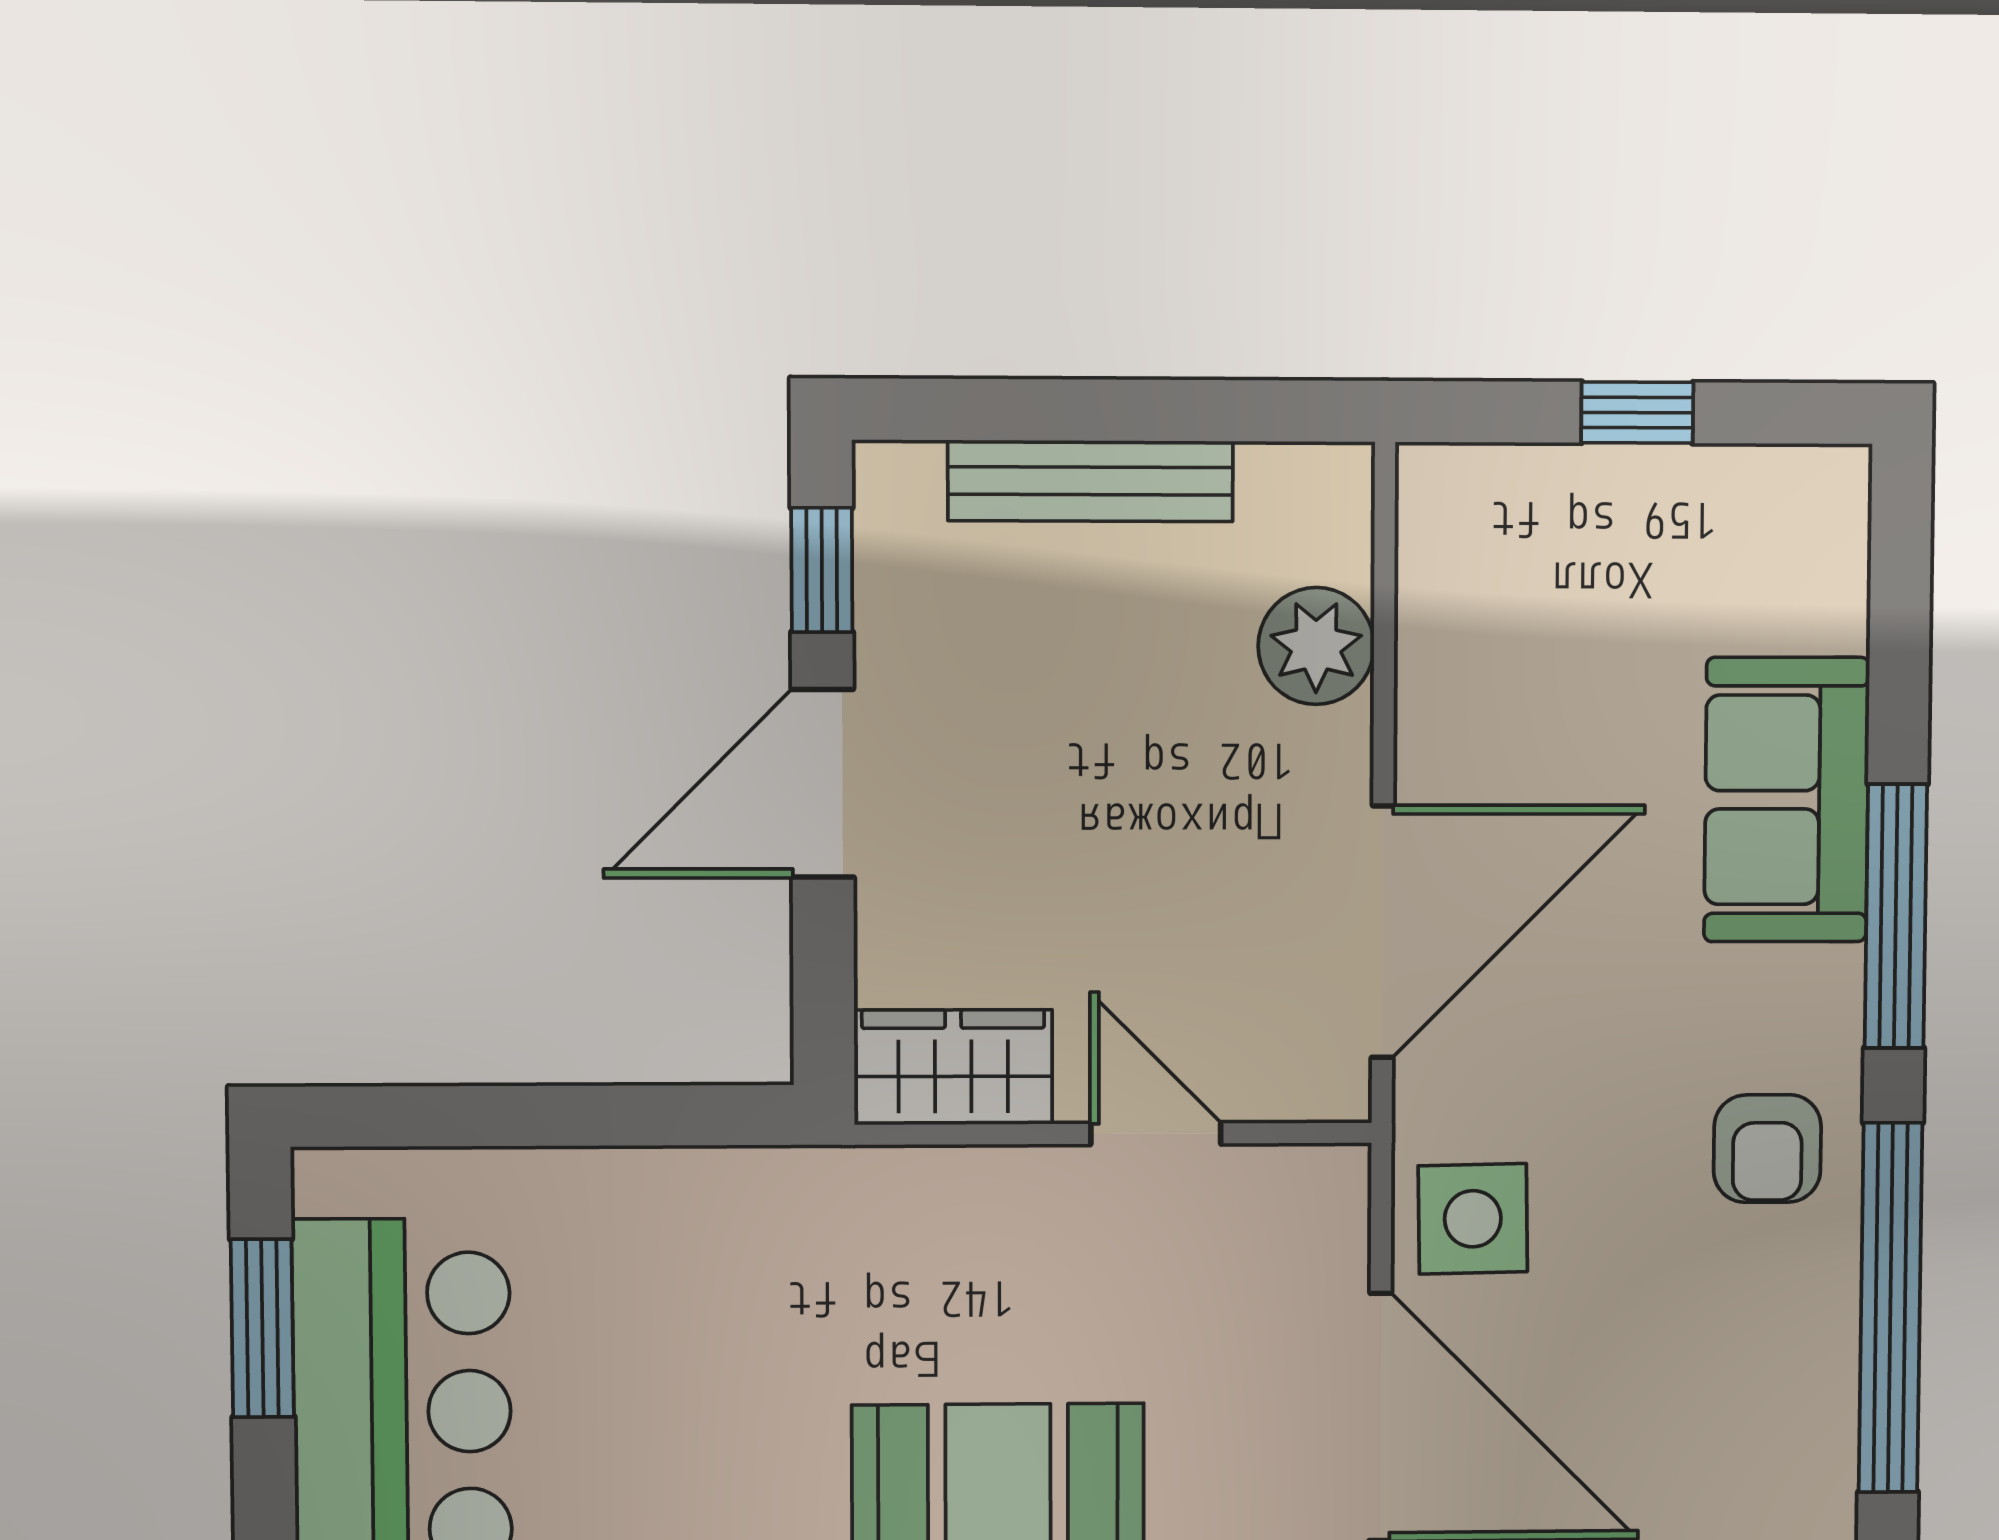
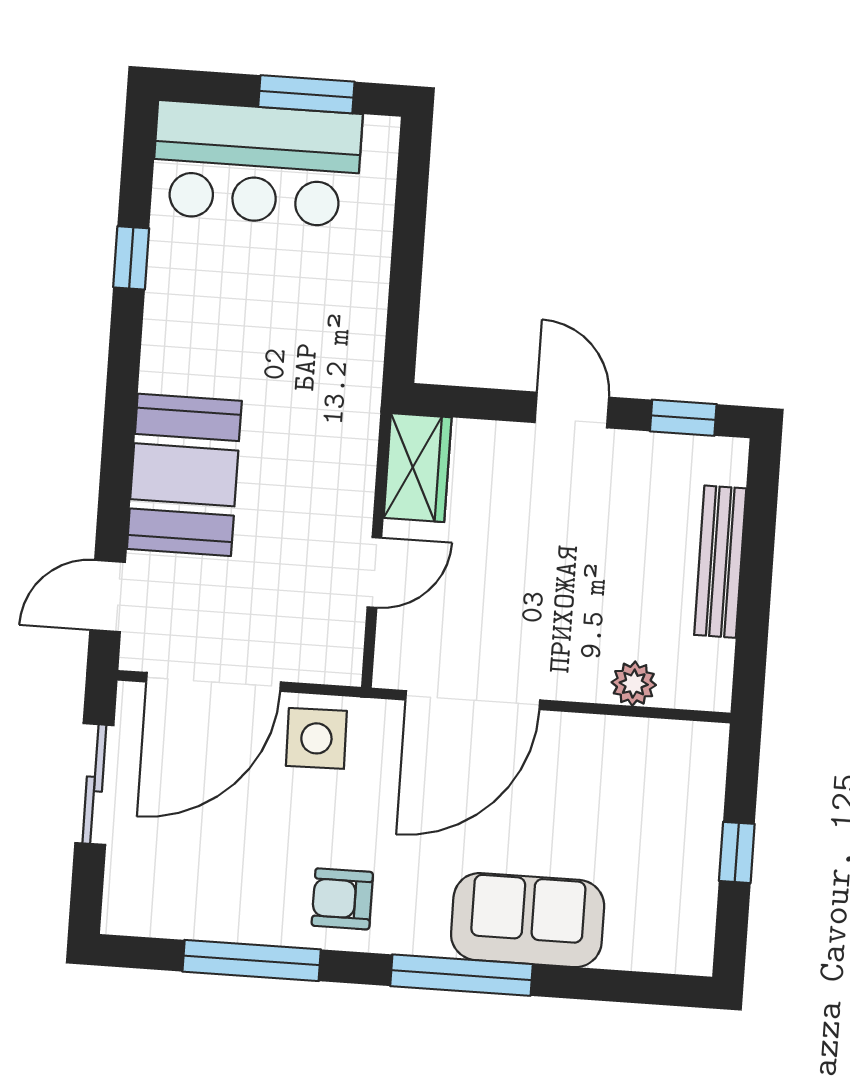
plant: (1316, 646) -> (634, 684), width x0.73, depth x0.73
door: (823, 783) -> (572, 410), width x0.73
door: (1383, 932) -> (473, 700), hinge flipped
window: (1890, 1308) -> (252, 960), width x0.68

